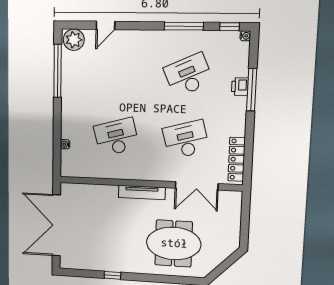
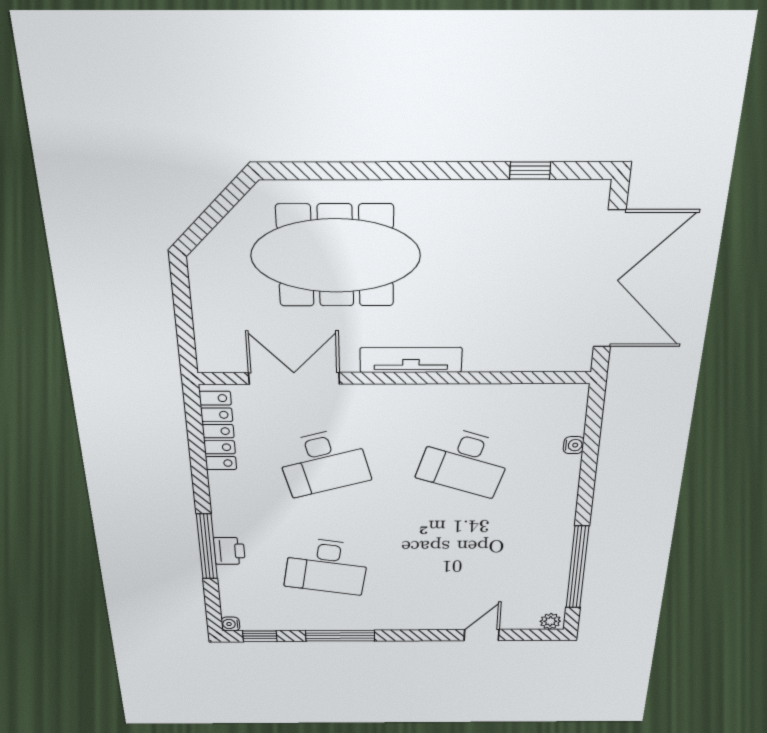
plant: (74, 40) -> (550, 621), width x0.53, depth x0.53
desk: (188, 75) -> (327, 566), turned 33
desk: (116, 137) -> (465, 462), turned 33
meeting table: (174, 243) -> (336, 256), width x1.36
window: (112, 275) -> (530, 170), moved

